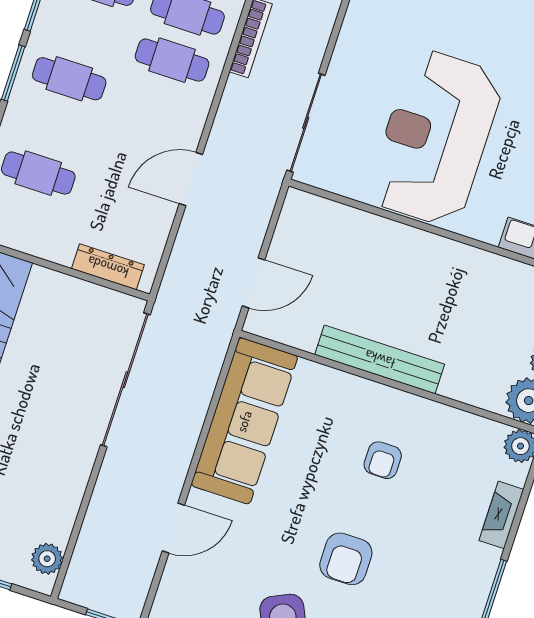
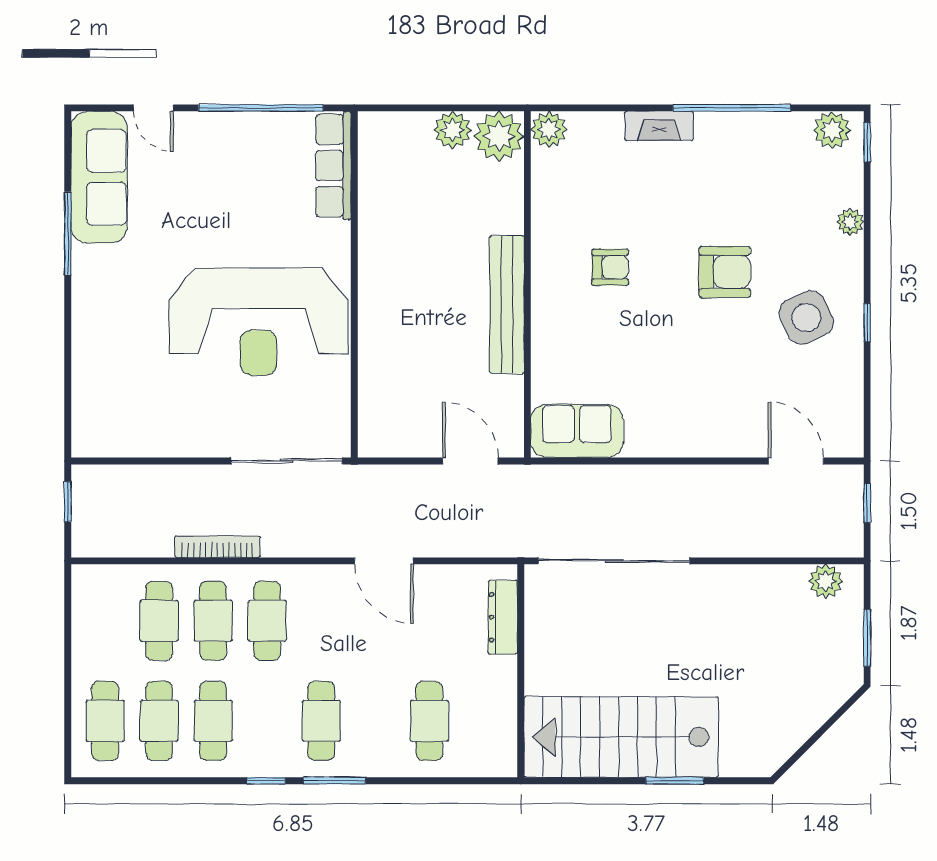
sofa: (244, 421) -> (577, 431), width x0.54, depth x0.79
fireplace: (501, 515) -> (659, 126), moved
door: (173, 528) -> (796, 461), moved

